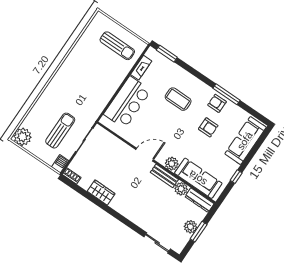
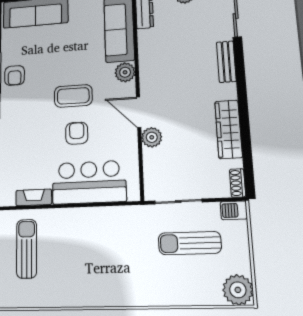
coffee table: (178, 99) -> (73, 96), moved, turned 90
armchair: (208, 127) -> (77, 133), moved
bench: (164, 176) -> (226, 62), moved
plant: (181, 189) -> (152, 137), moved
wardrobe: (101, 192) -> (229, 129), width x1.50

